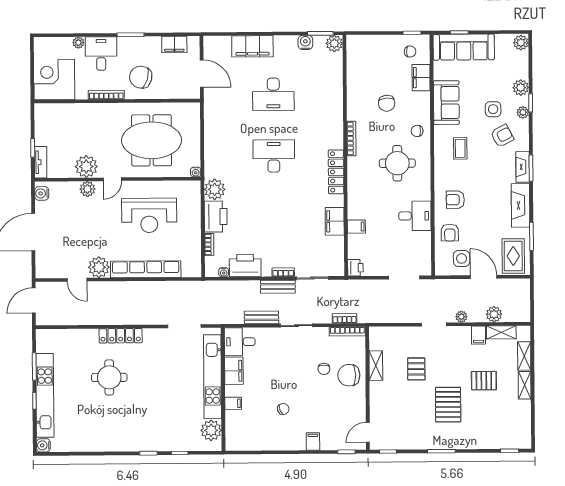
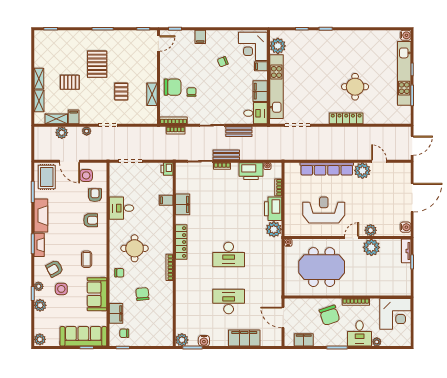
chair: (141, 77) -> (329, 315), turned 56
corner desk: (244, 429) -> (253, 46), added

